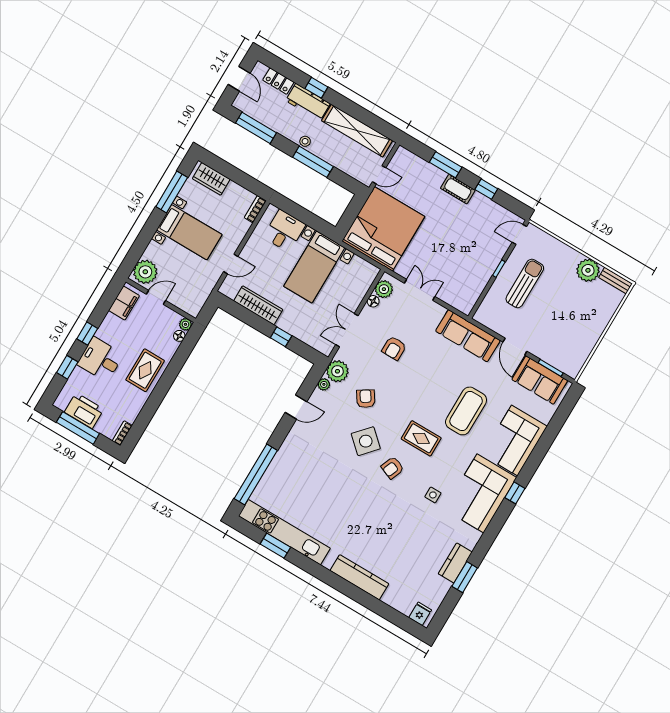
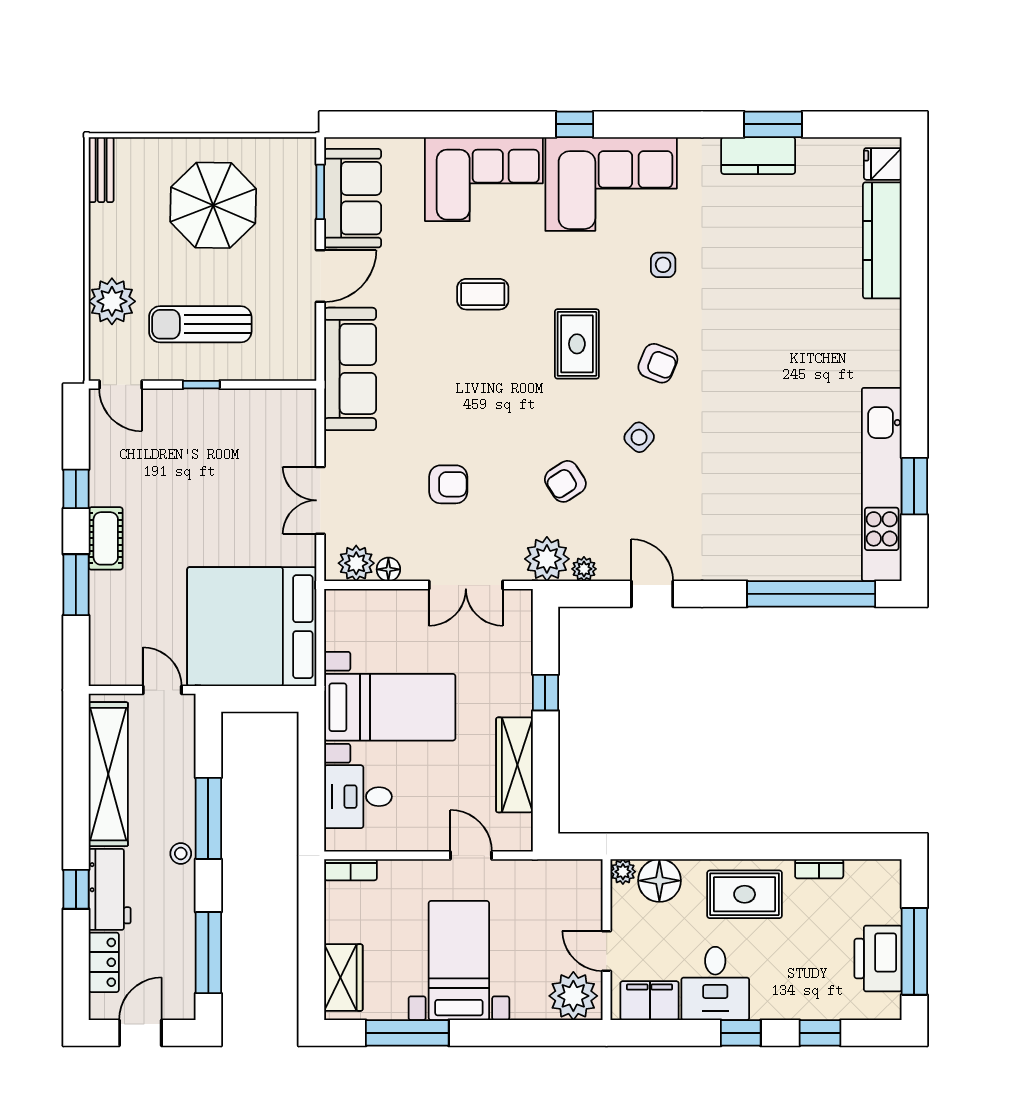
plant: (588, 270) -> (112, 301), moved
parasol: (572, 319) -> (213, 205), added
floor lamp: (179, 336) -> (659, 881), width x1.89, depth x1.89
desk: (100, 359) -> (715, 983), moved
coffee table: (466, 411) -> (483, 294), width x0.54, depth x0.58
bookcase: (122, 433) -> (819, 869), moved
side table: (366, 441) -> (639, 437), width x0.54, depth x0.54
kitchen counter: (359, 577) -> (882, 240), moved

